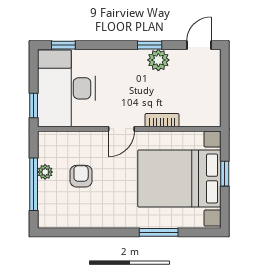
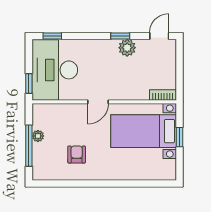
bookcase: (162, 120) -> (163, 95), moved
armchair: (81, 176) -> (77, 154), moved
bed with nightstands: (179, 178) -> (144, 131), width x0.73
window: (159, 232) -> (127, 183), removed

